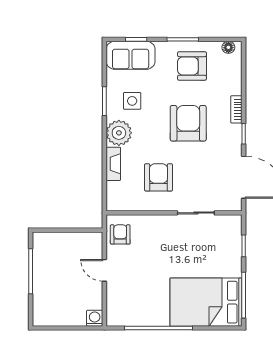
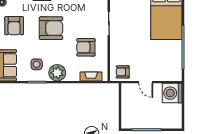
armchair: (188, 123) -> (51, 28), turned 180
fireplace: (113, 164) -> (91, 76), moved
door: (104, 270) -> (146, 82), hinge flipped
washing machine: (95, 318) -> (172, 93), width x1.89, depth x1.89

